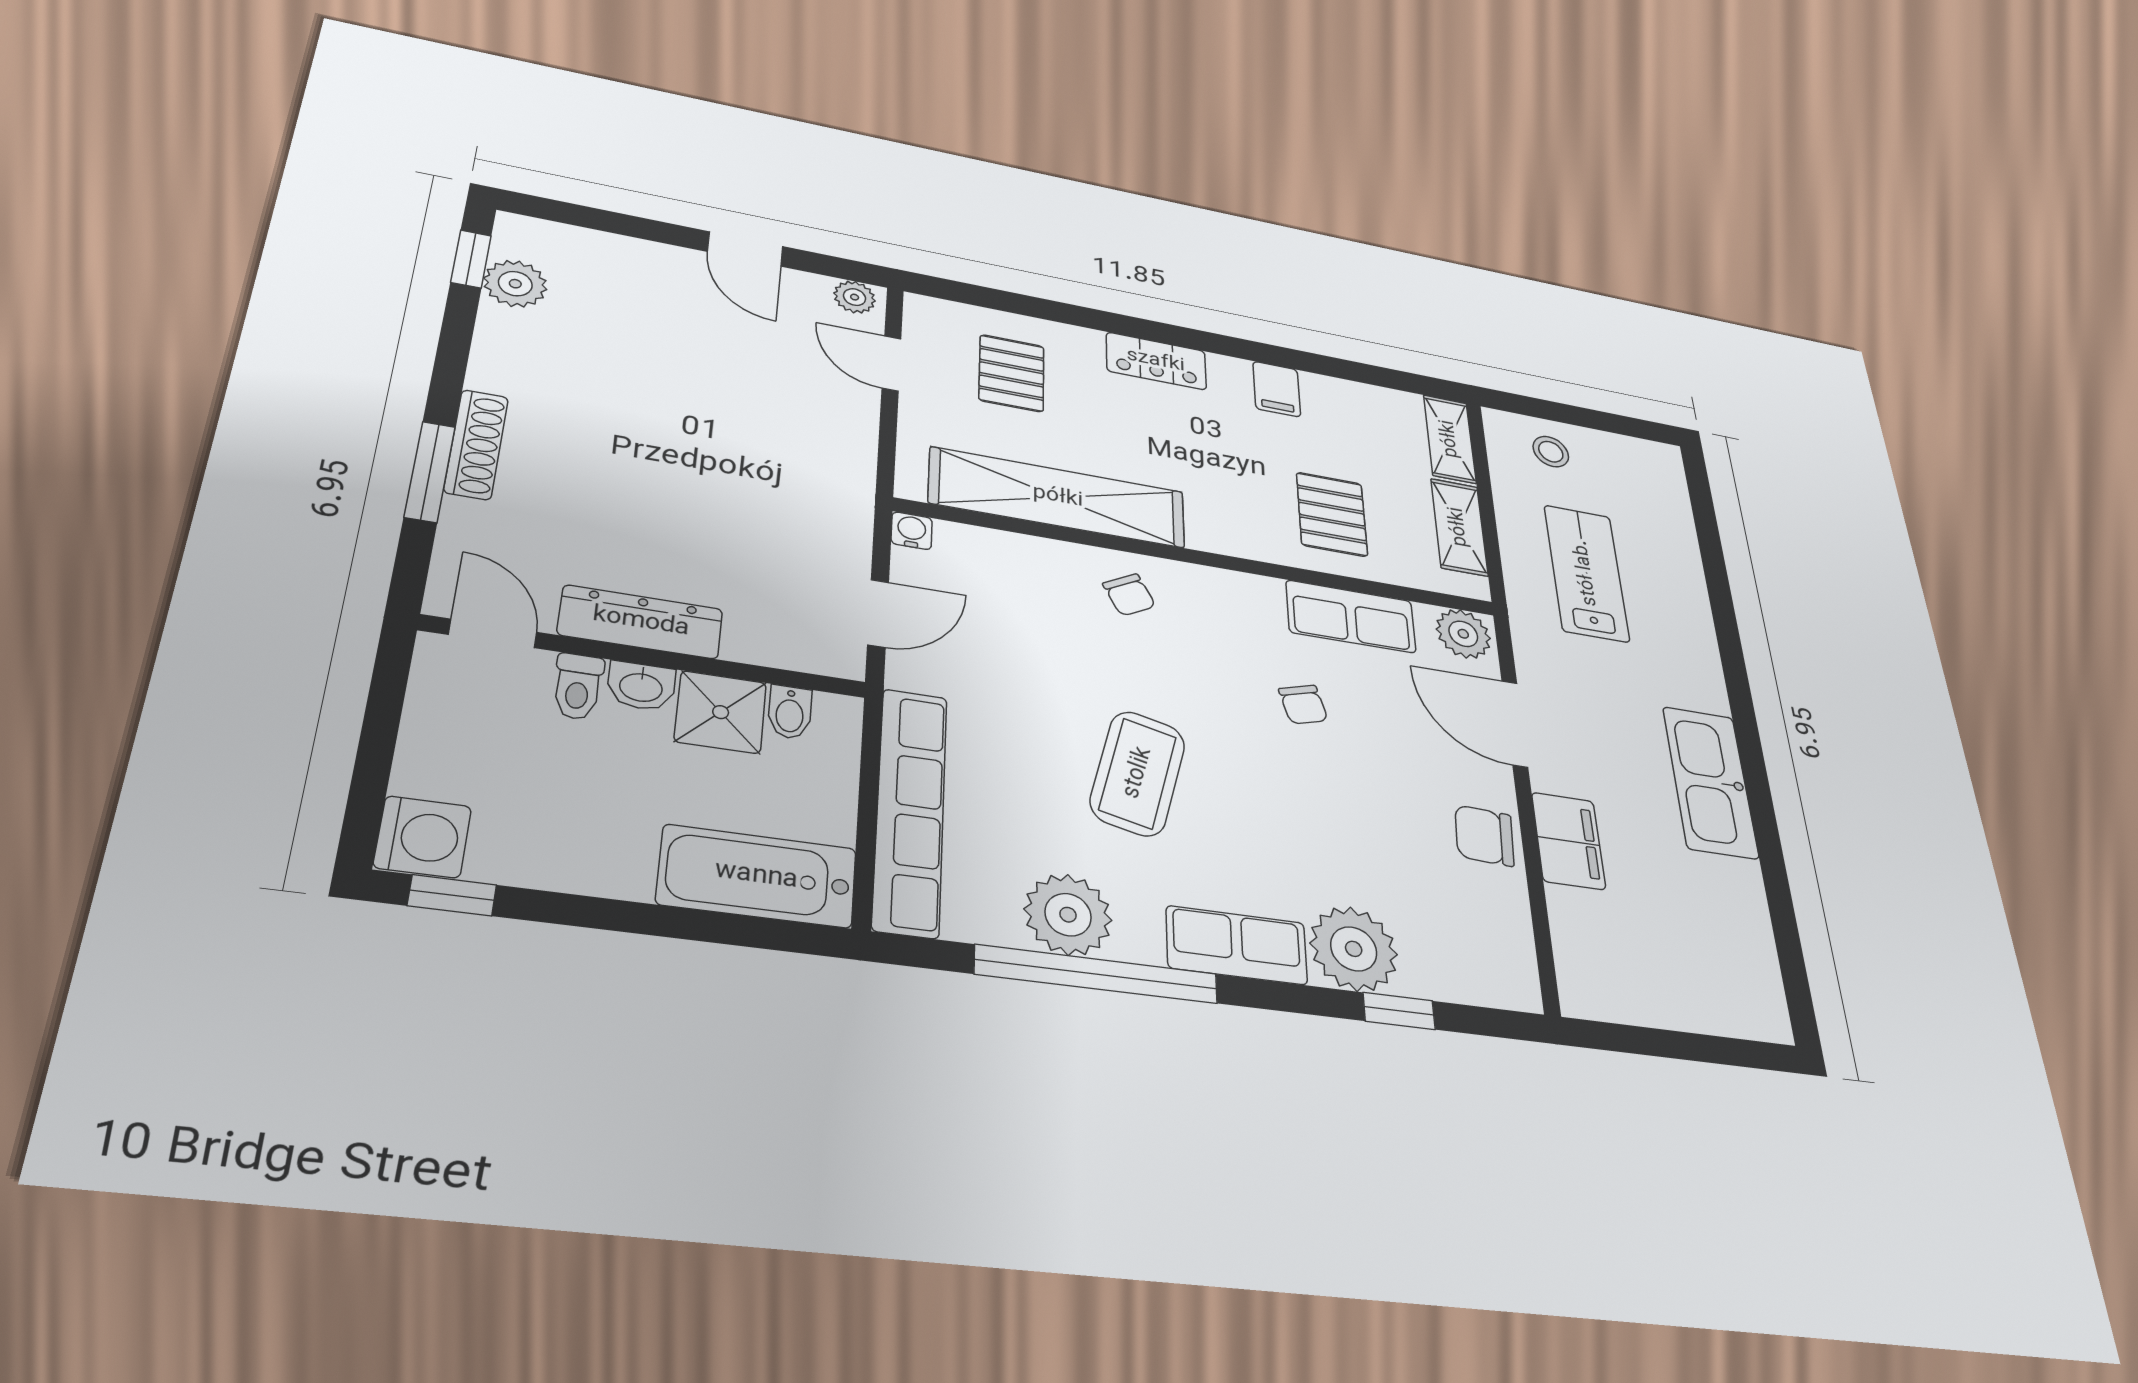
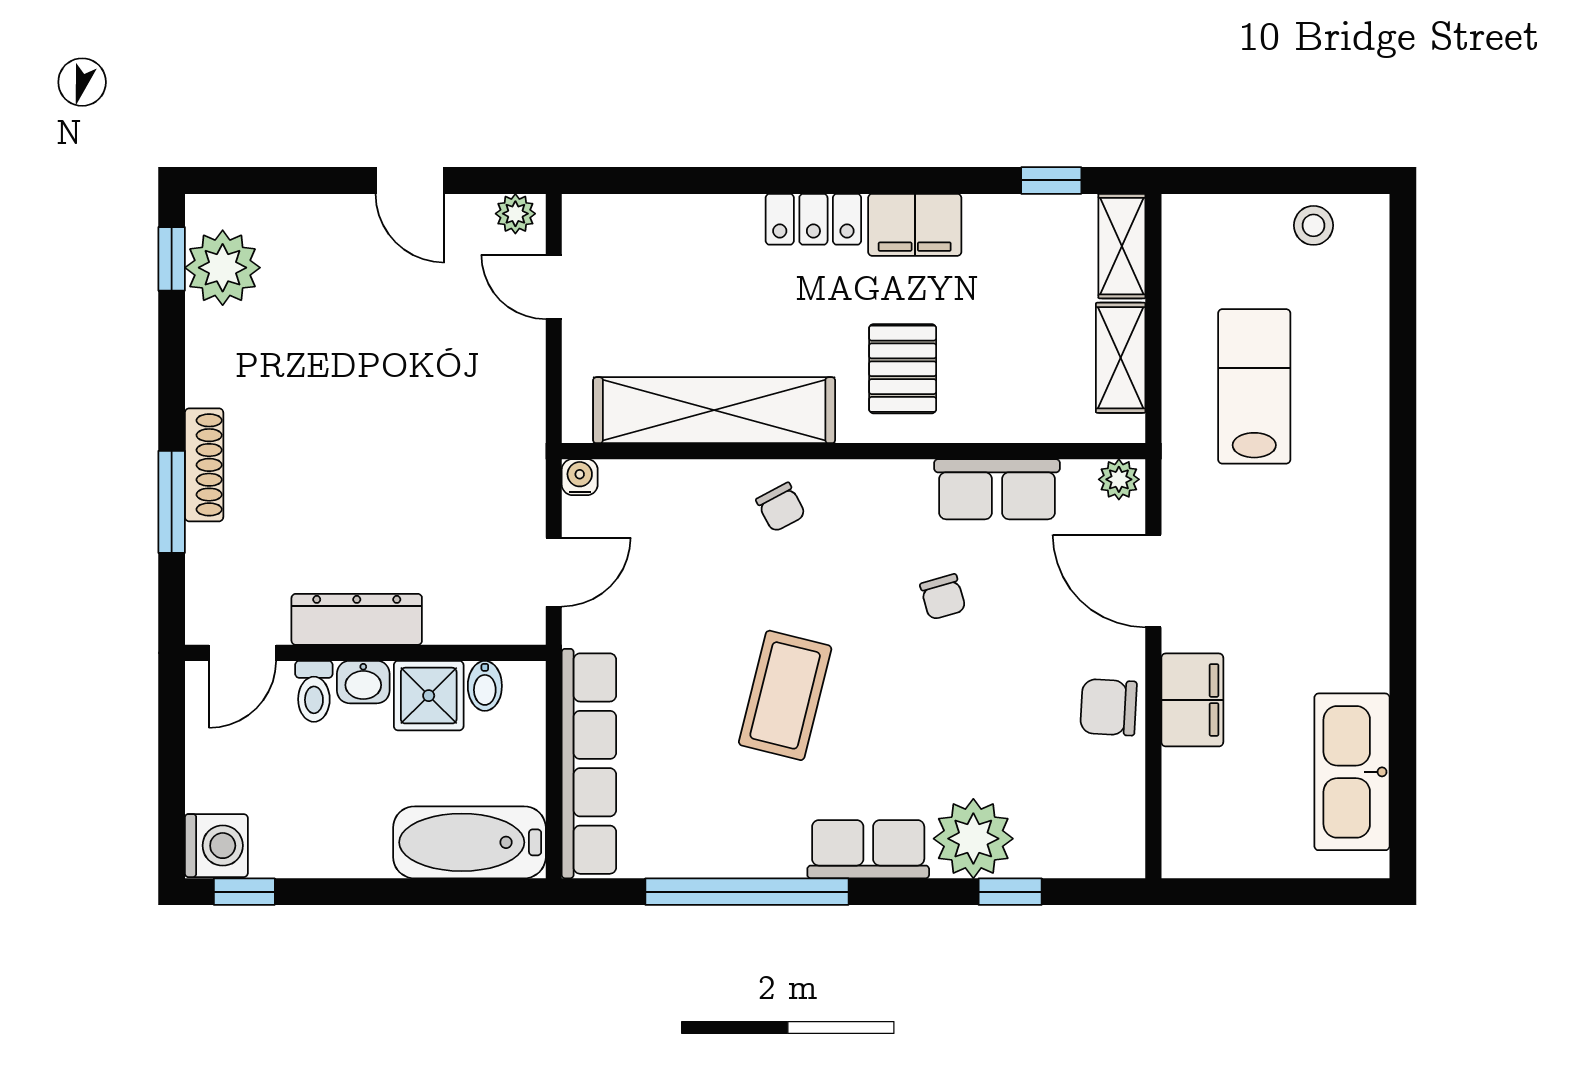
plant: (515, 284) -> (223, 268), width x1.36, depth x1.36
pallet: (1012, 373) -> (669, 271), removed
window: (1380, 376) -> (1051, 180), added
filing cabinet: (1277, 389) -> (915, 225), width x2.00
stool: (1551, 452) -> (1313, 225), moved
pallet: (1332, 514) -> (903, 369), moved
door: (493, 633) -> (242, 653), swing flipped
plant: (1463, 634) -> (1119, 479), width x0.73, depth x0.73
kitchen sink: (1710, 782) -> (1352, 772), moved
plant: (1068, 915) -> (723, 841), removed

